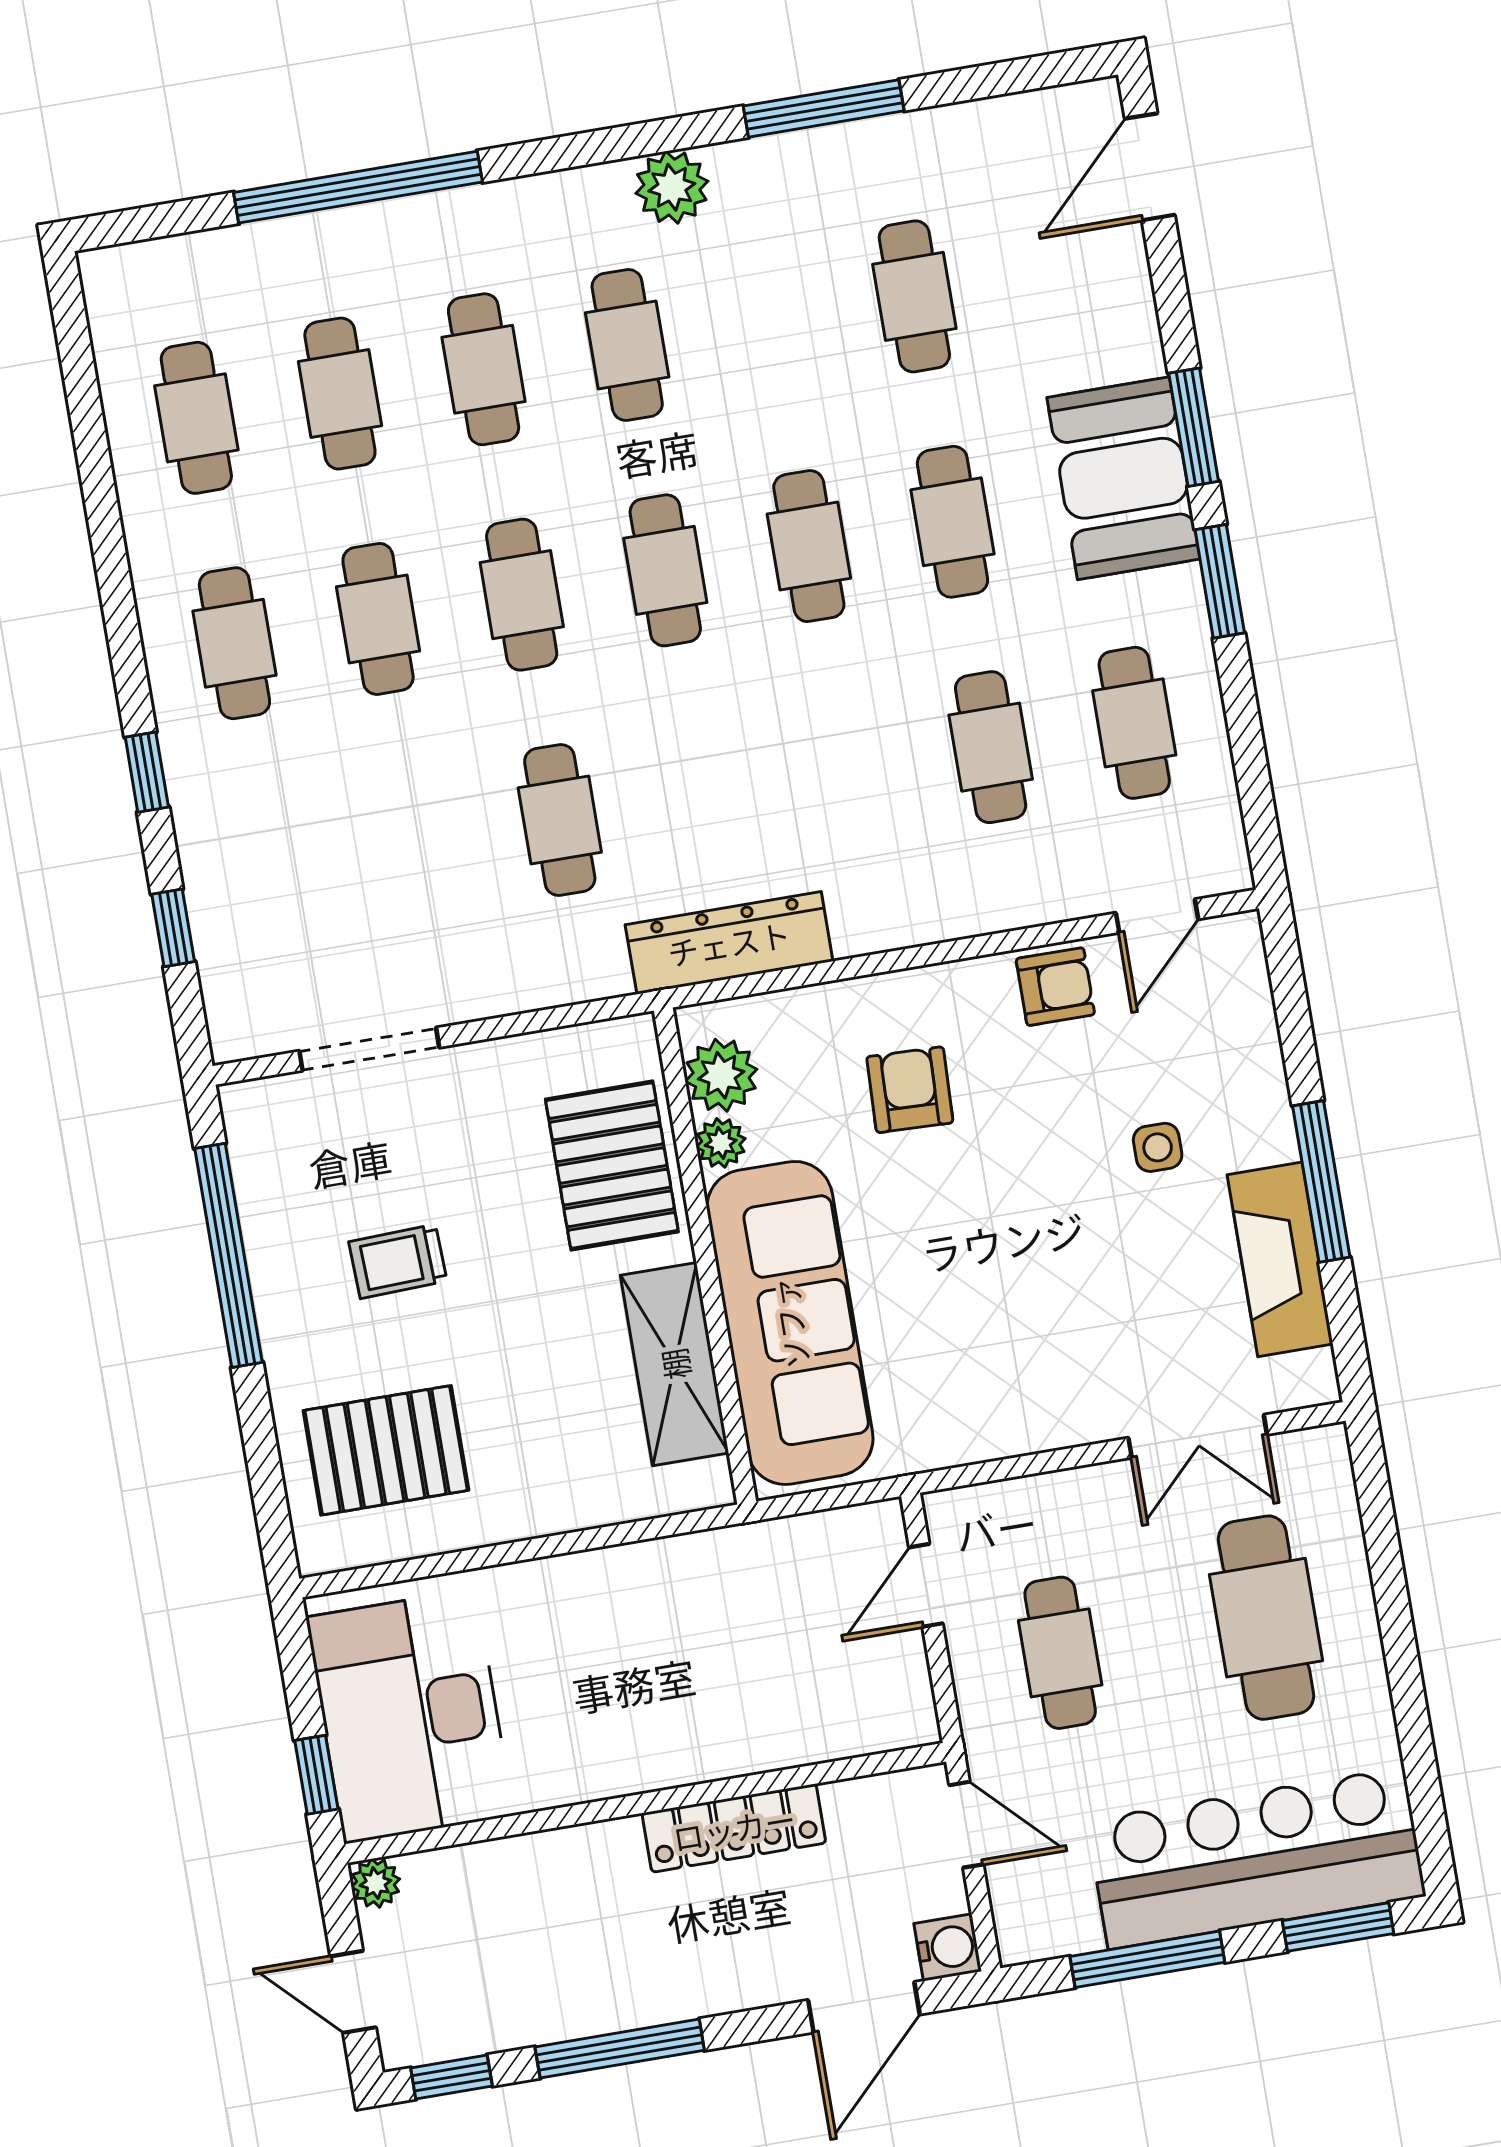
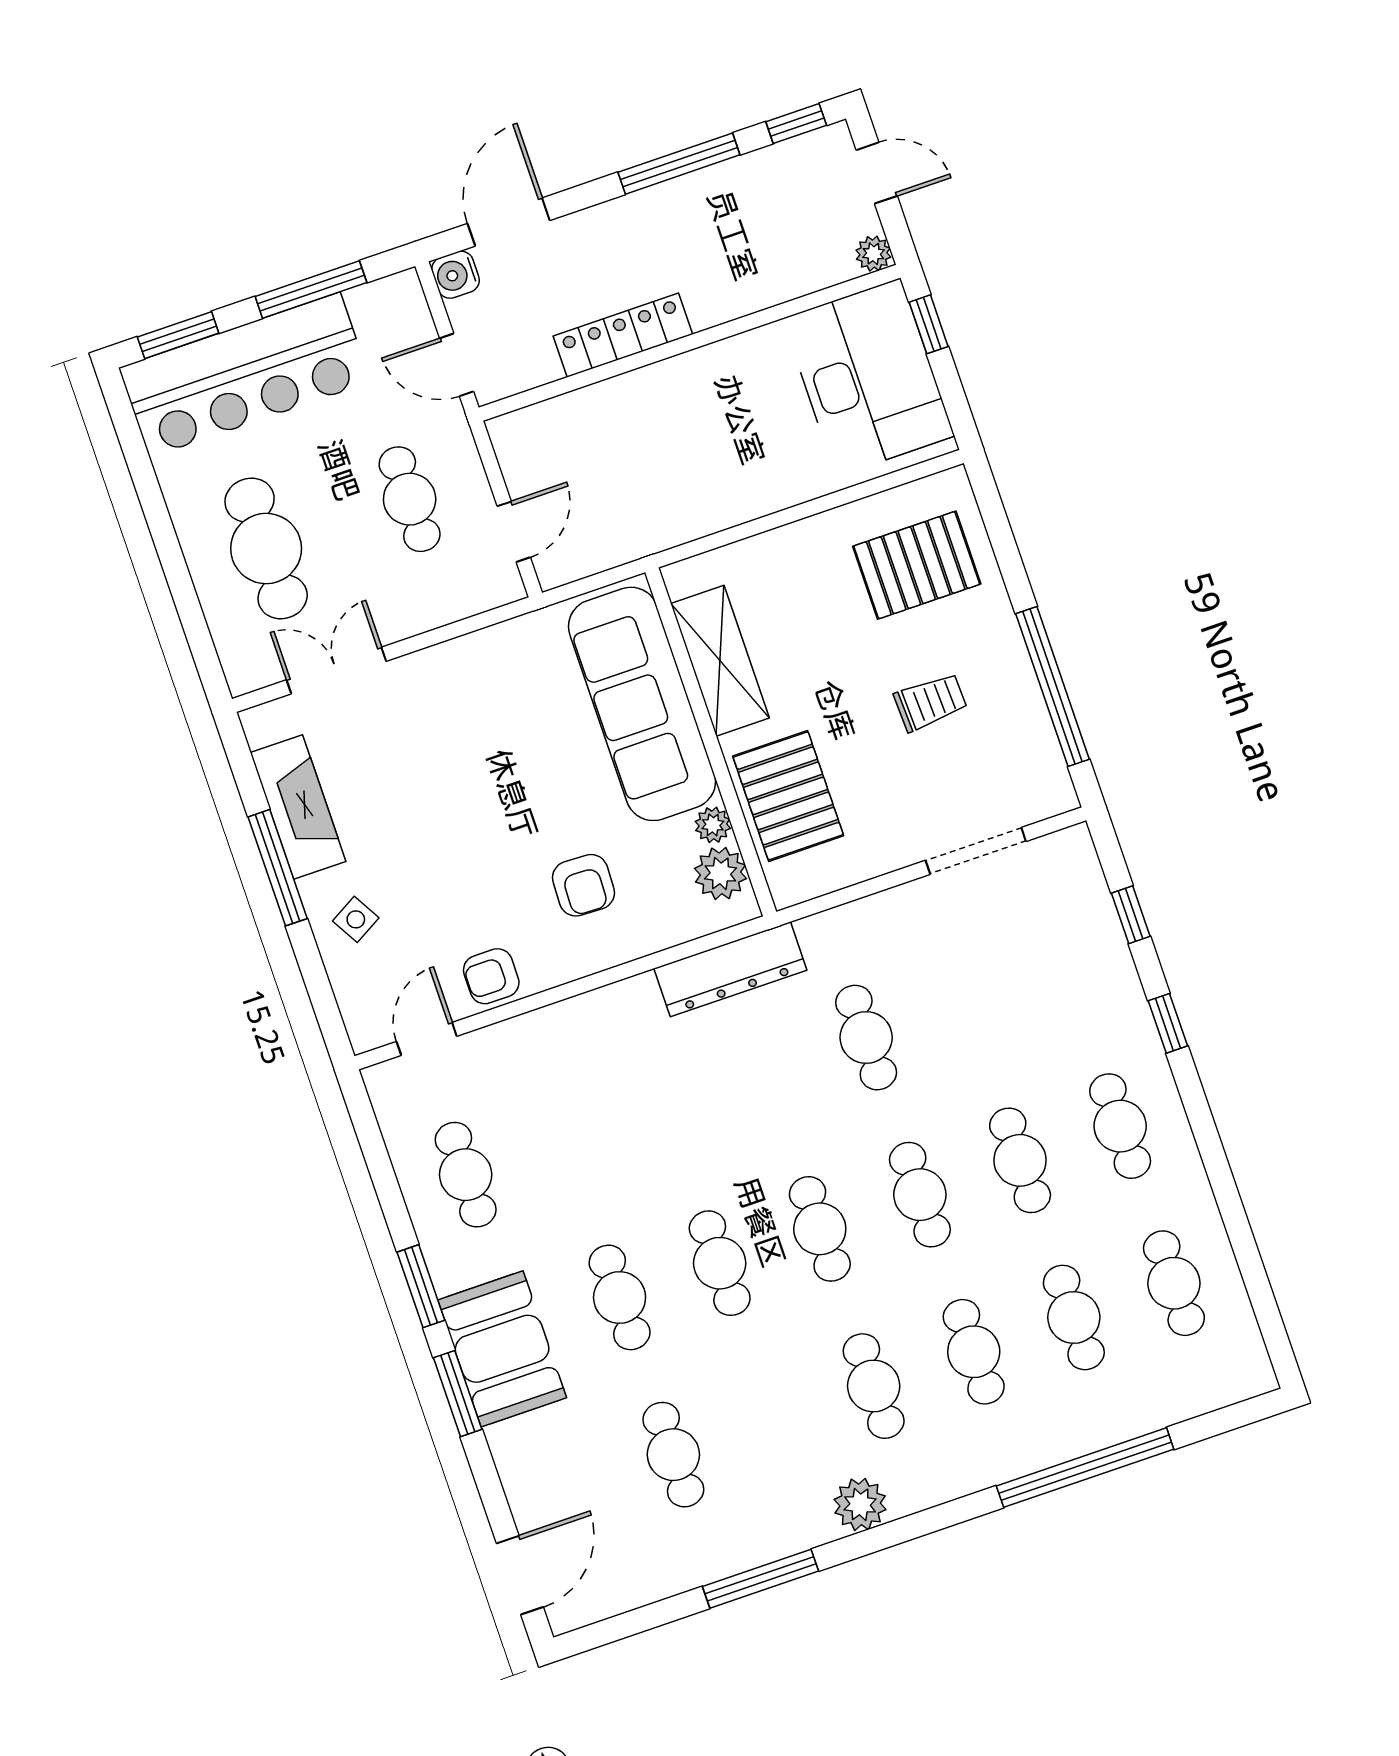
cafe table: (991, 747) -> (566, 1140), removed
side table: (1158, 1147) -> (356, 919), moved, turned -30

